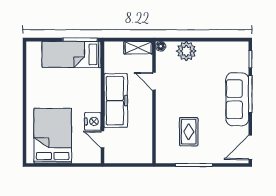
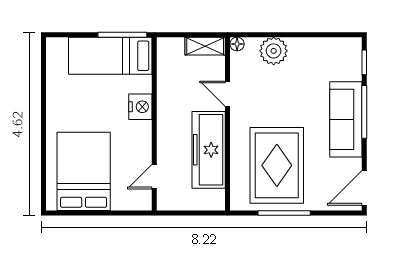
freezer: (116, 101) -> (209, 150), moved, turned 180
nightstand: (93, 121) -> (140, 107), moved
rug: (189, 132) -> (277, 165), width x1.86, depth x2.06
door: (103, 139) -> (154, 177), hinge flipped

